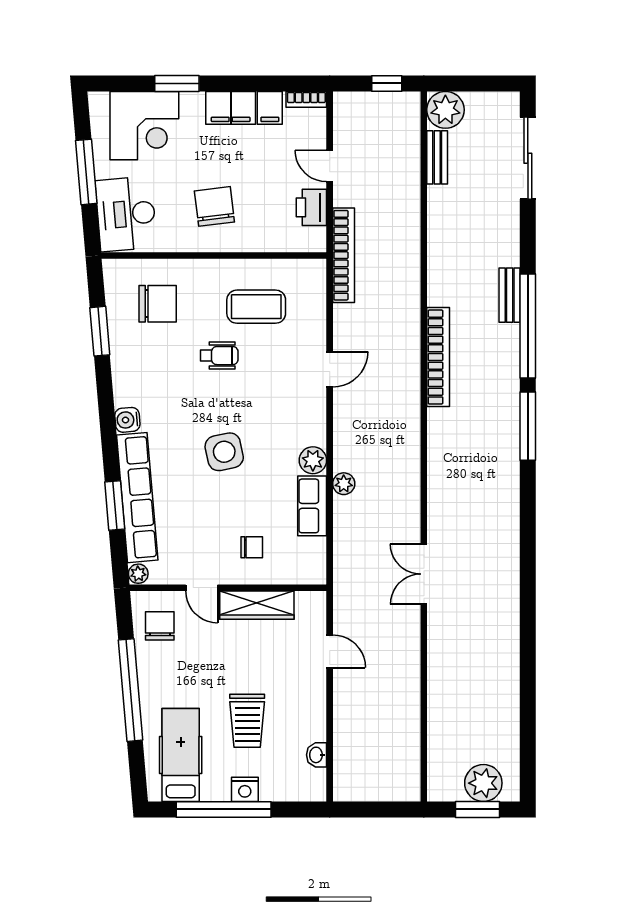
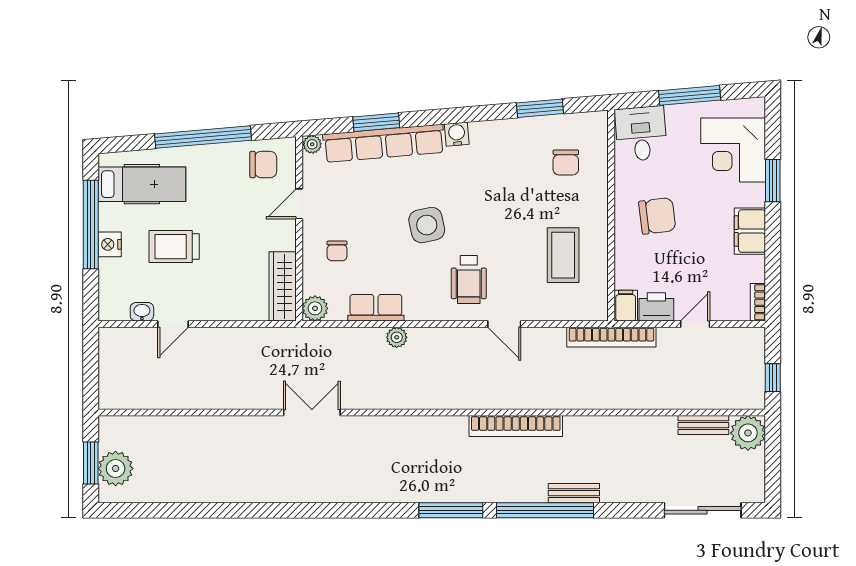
filing cabinet: (270, 108) -> (626, 306), moved, turned 90
desk: (126, 214) -> (641, 134), width x0.73
chair: (158, 304) -> (566, 162), width x0.73, depth x0.73
wheelchair: (219, 356) -> (469, 280), moved, width x1.36, depth x1.37
plant: (313, 460) -> (315, 308), moved
wardrobe: (257, 605) -> (283, 286), moved
door: (330, 651) -> (173, 324), moved

